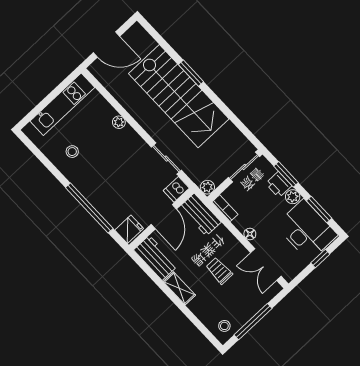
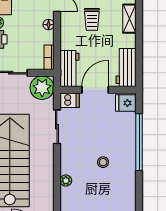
stool: (72, 152) -> (103, 162), moved
plant: (207, 187) -> (42, 88), width x1.87, depth x1.87
shelving: (179, 288) -> (129, 19), moved

